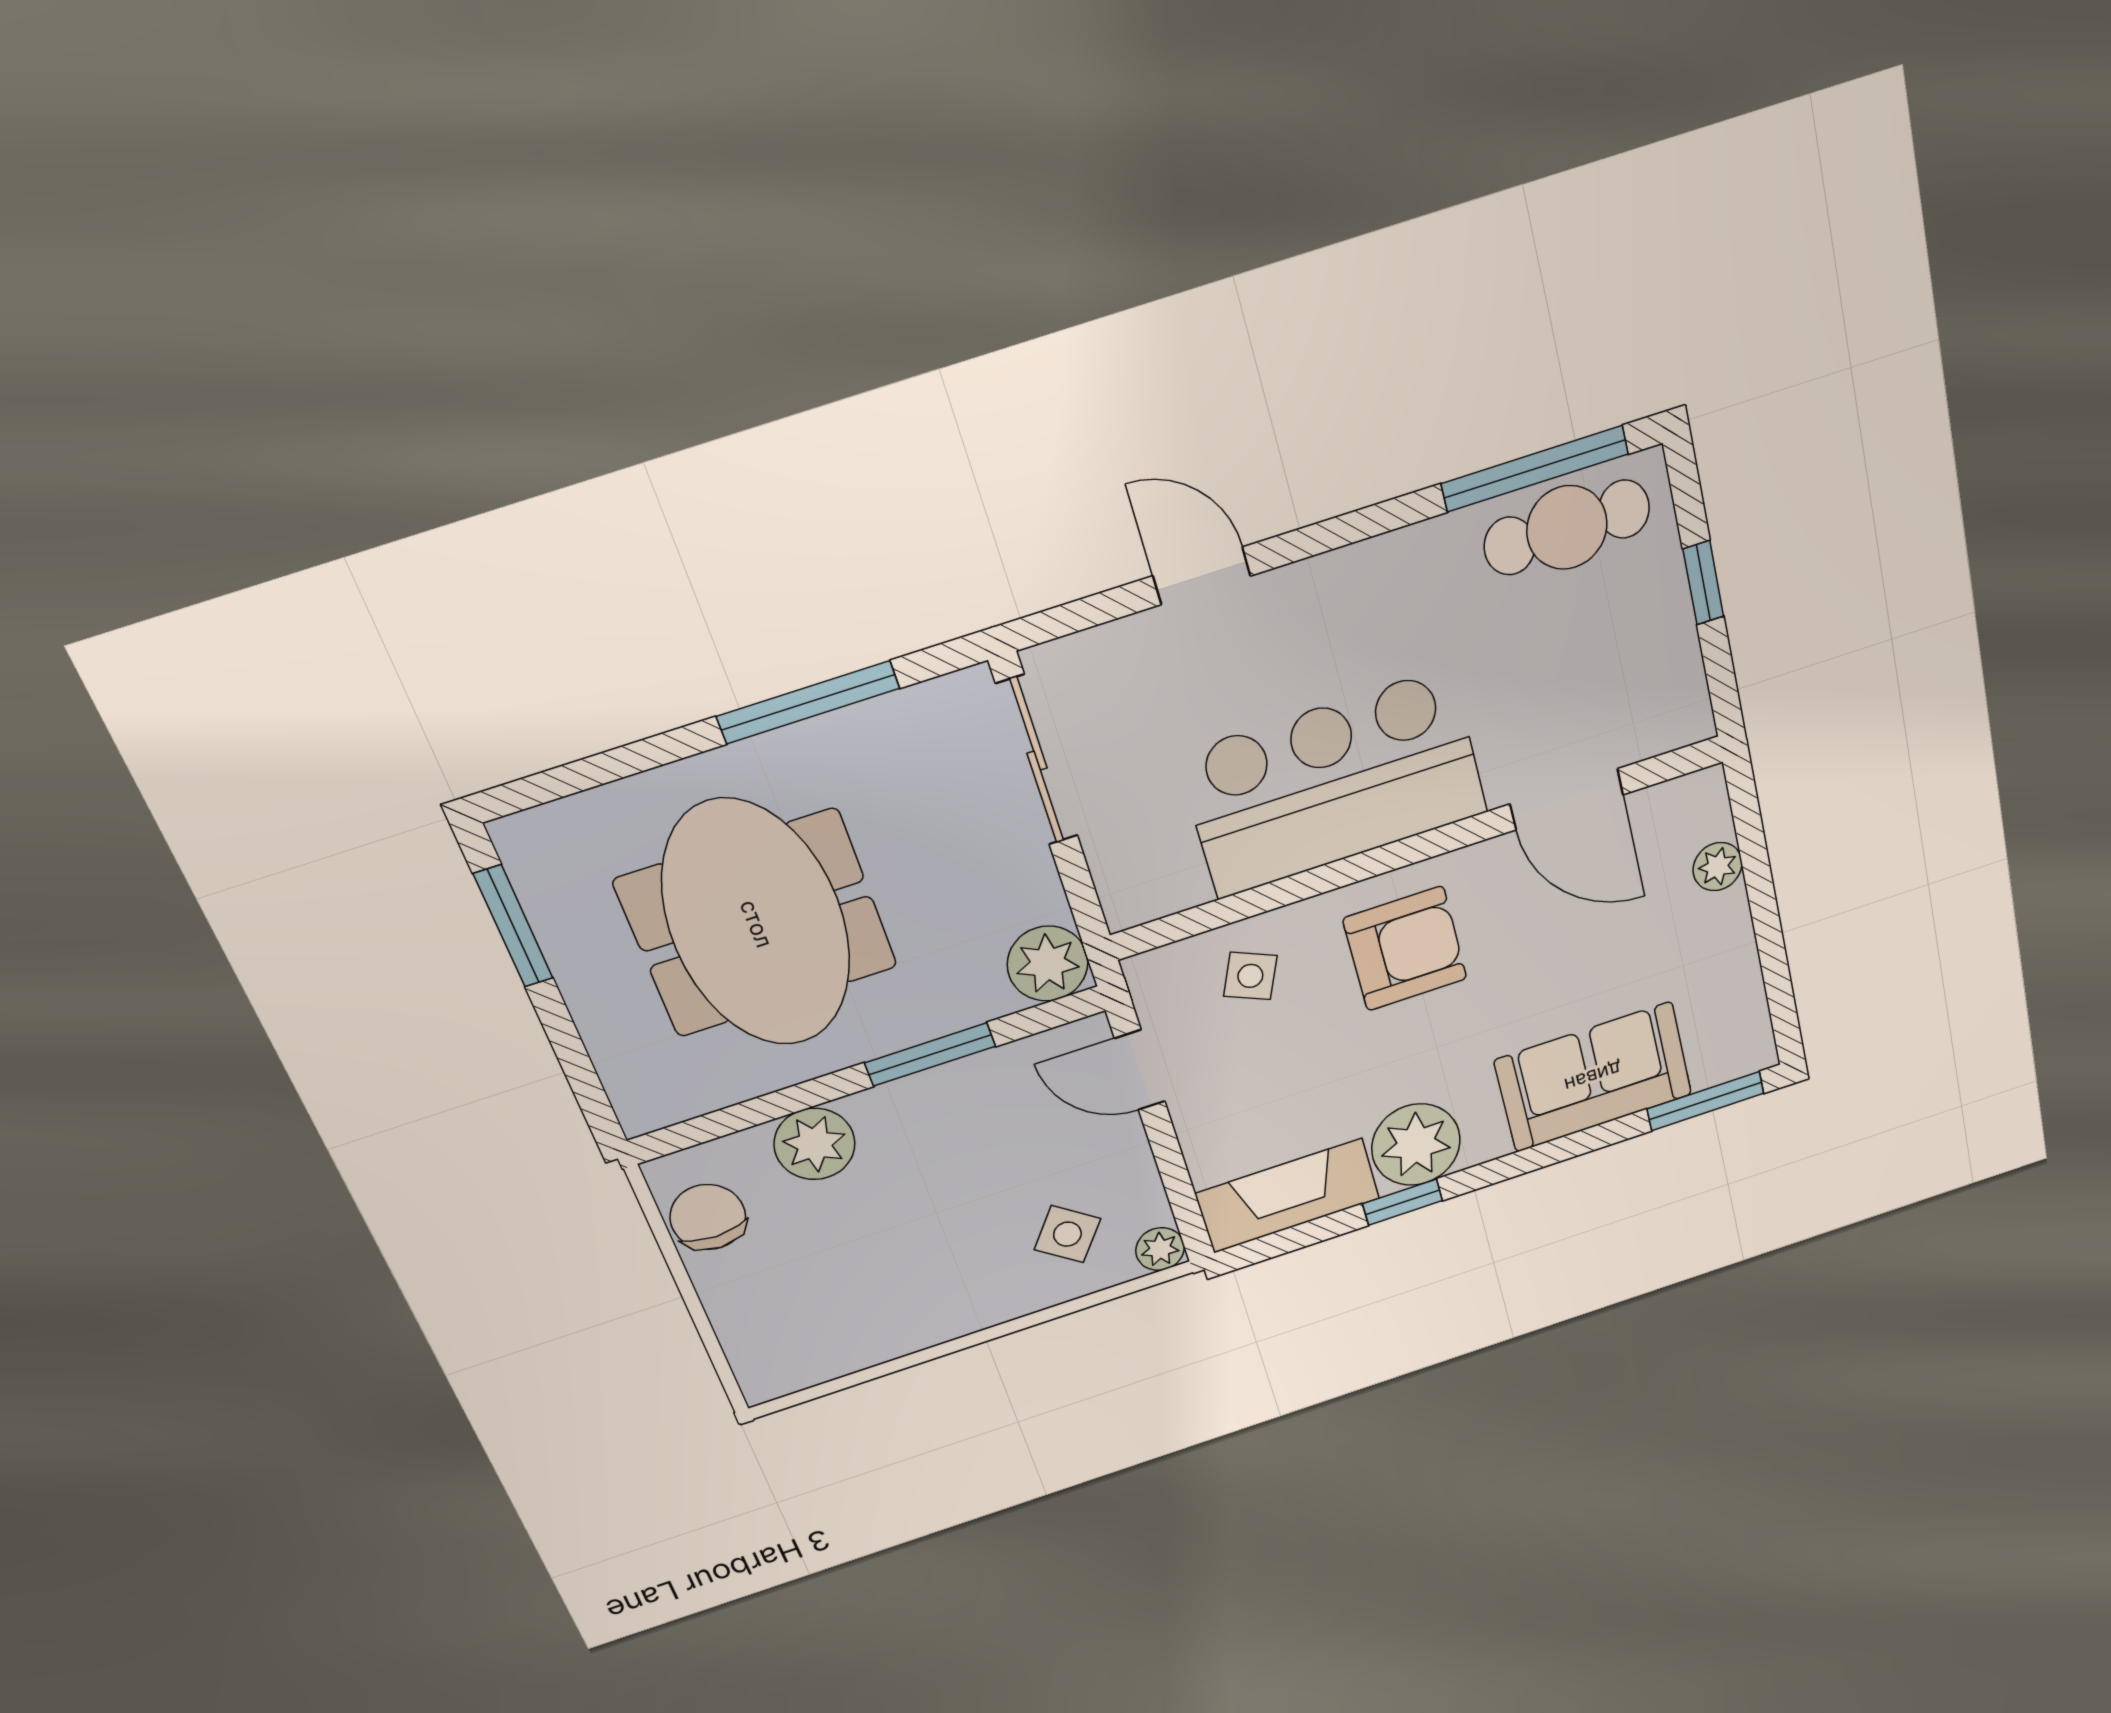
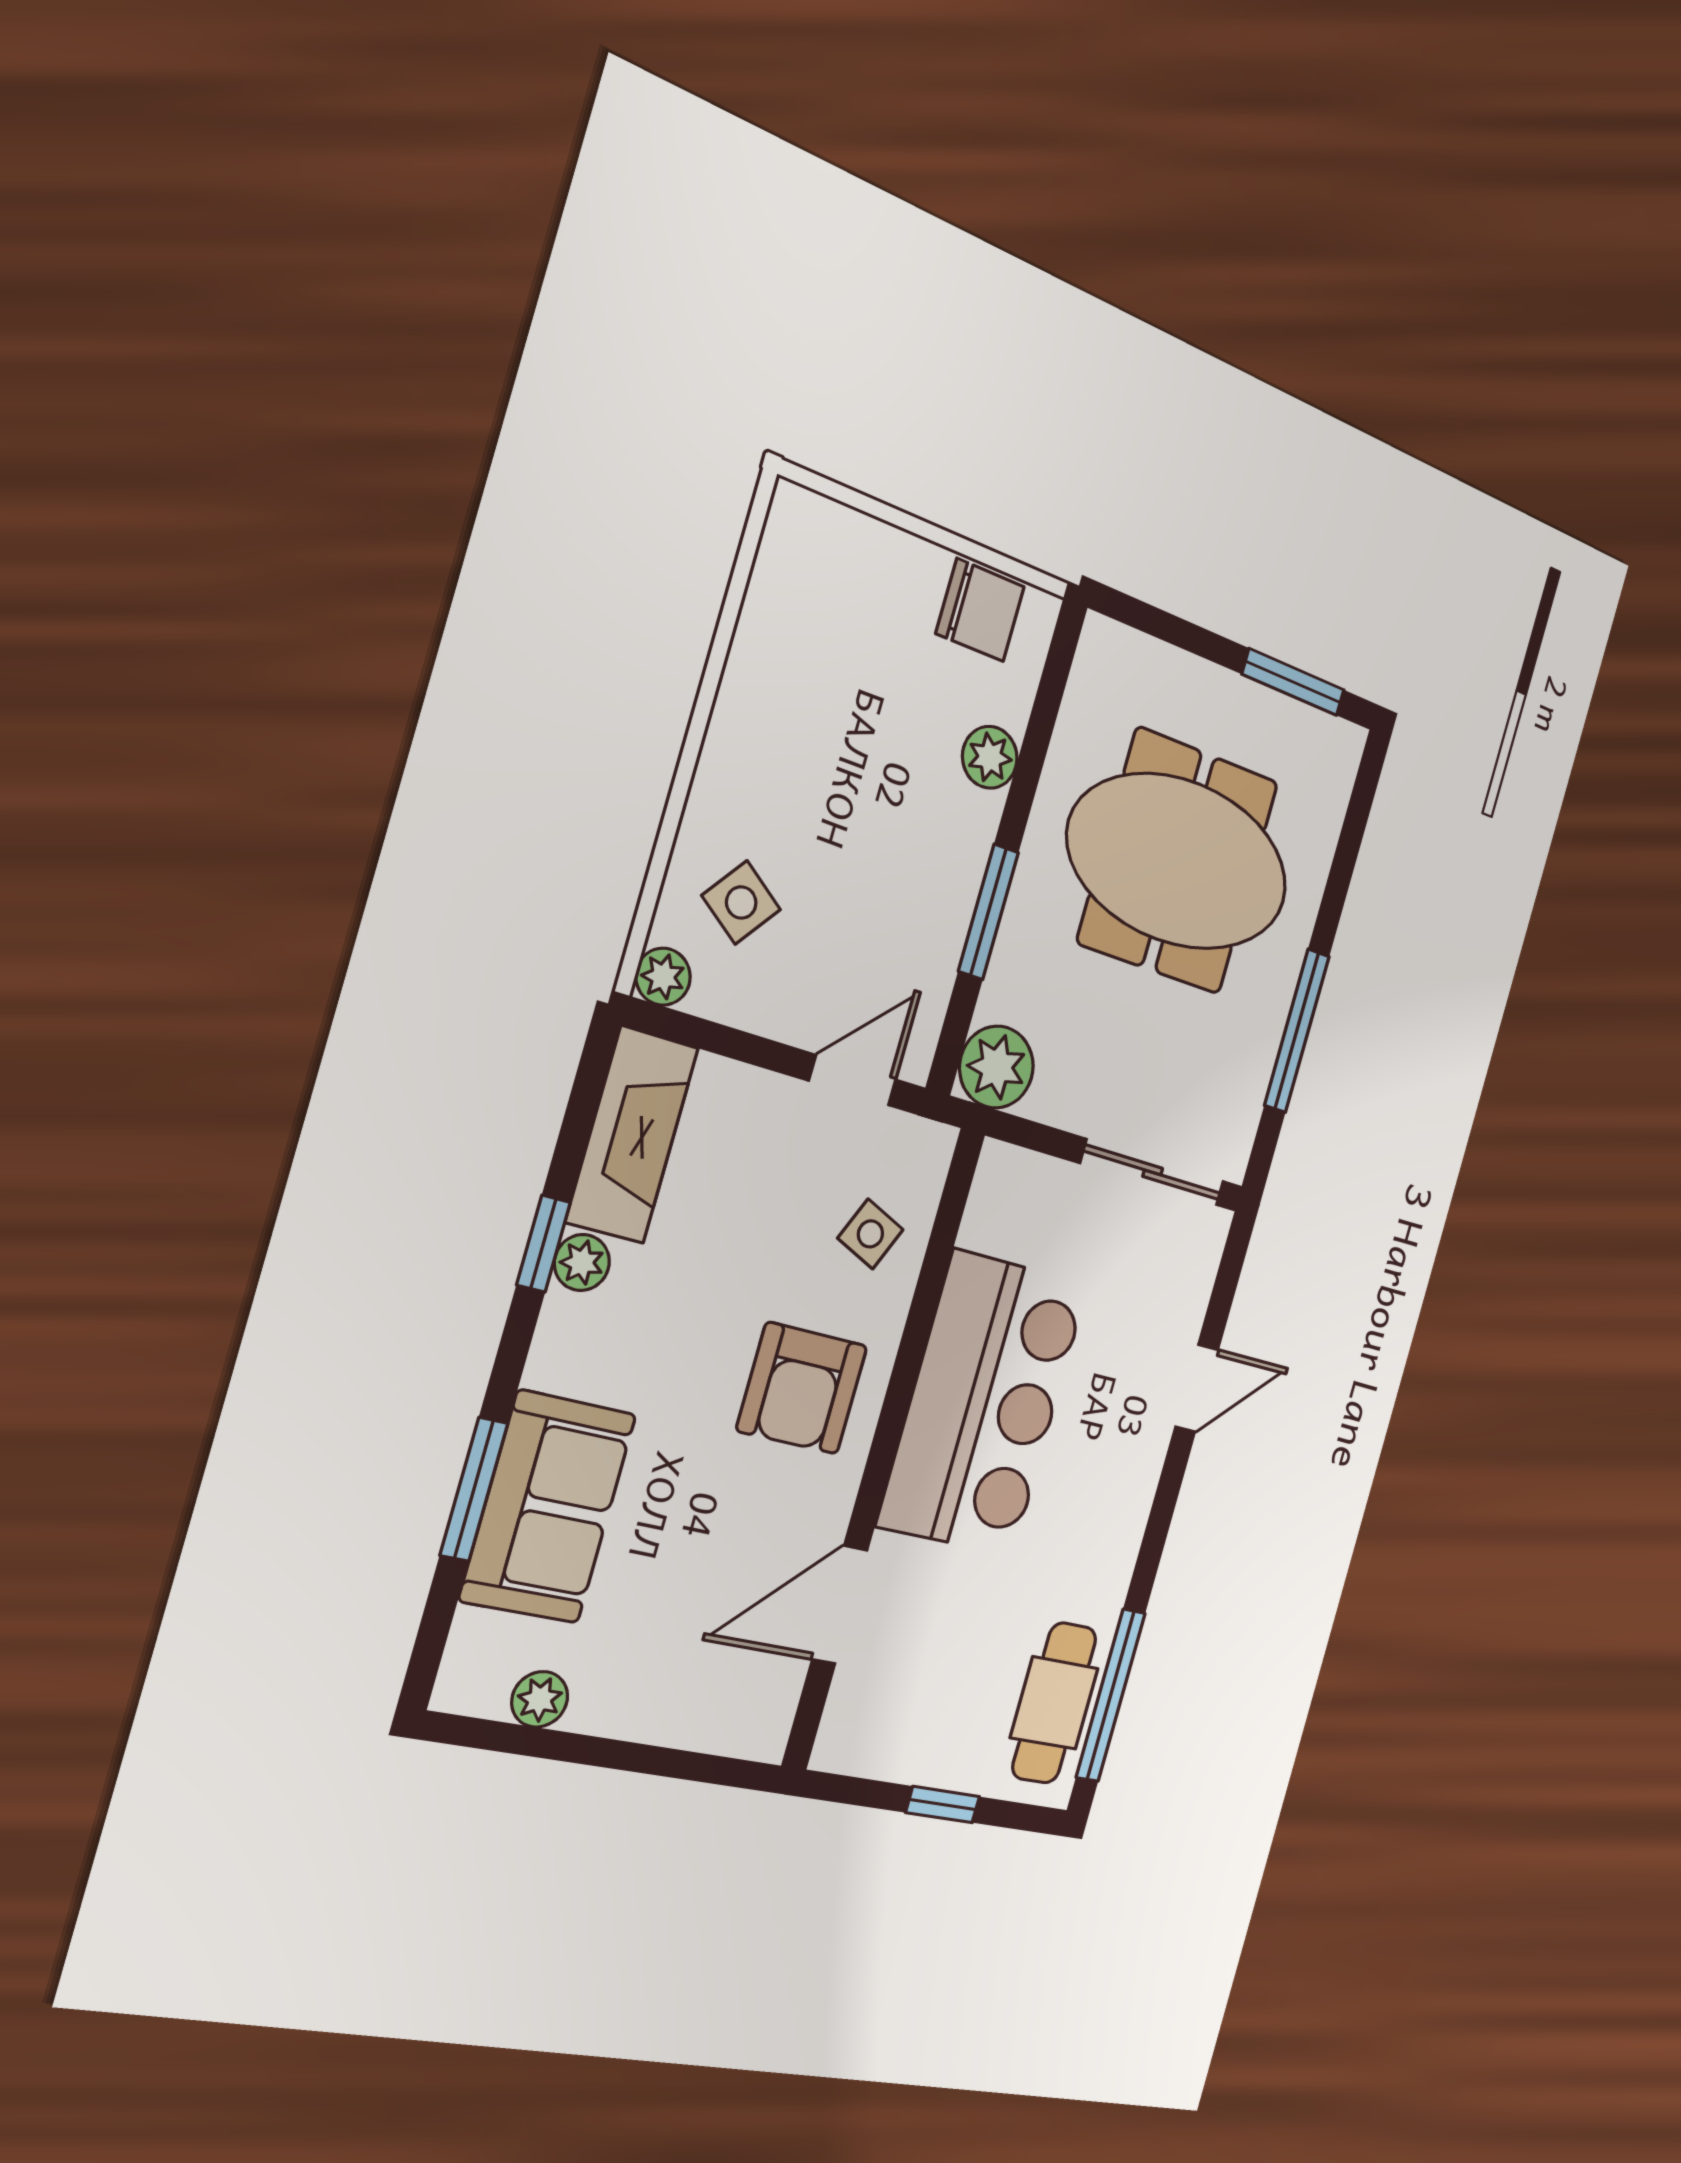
plant: (1718, 867) -> (540, 1699), moved
window: (1705, 1101) -> (474, 1489), moved
plant: (814, 1144) -> (990, 757), width x0.73, depth x0.73
plant: (1416, 1145) -> (582, 1262), width x0.53, depth x0.53

